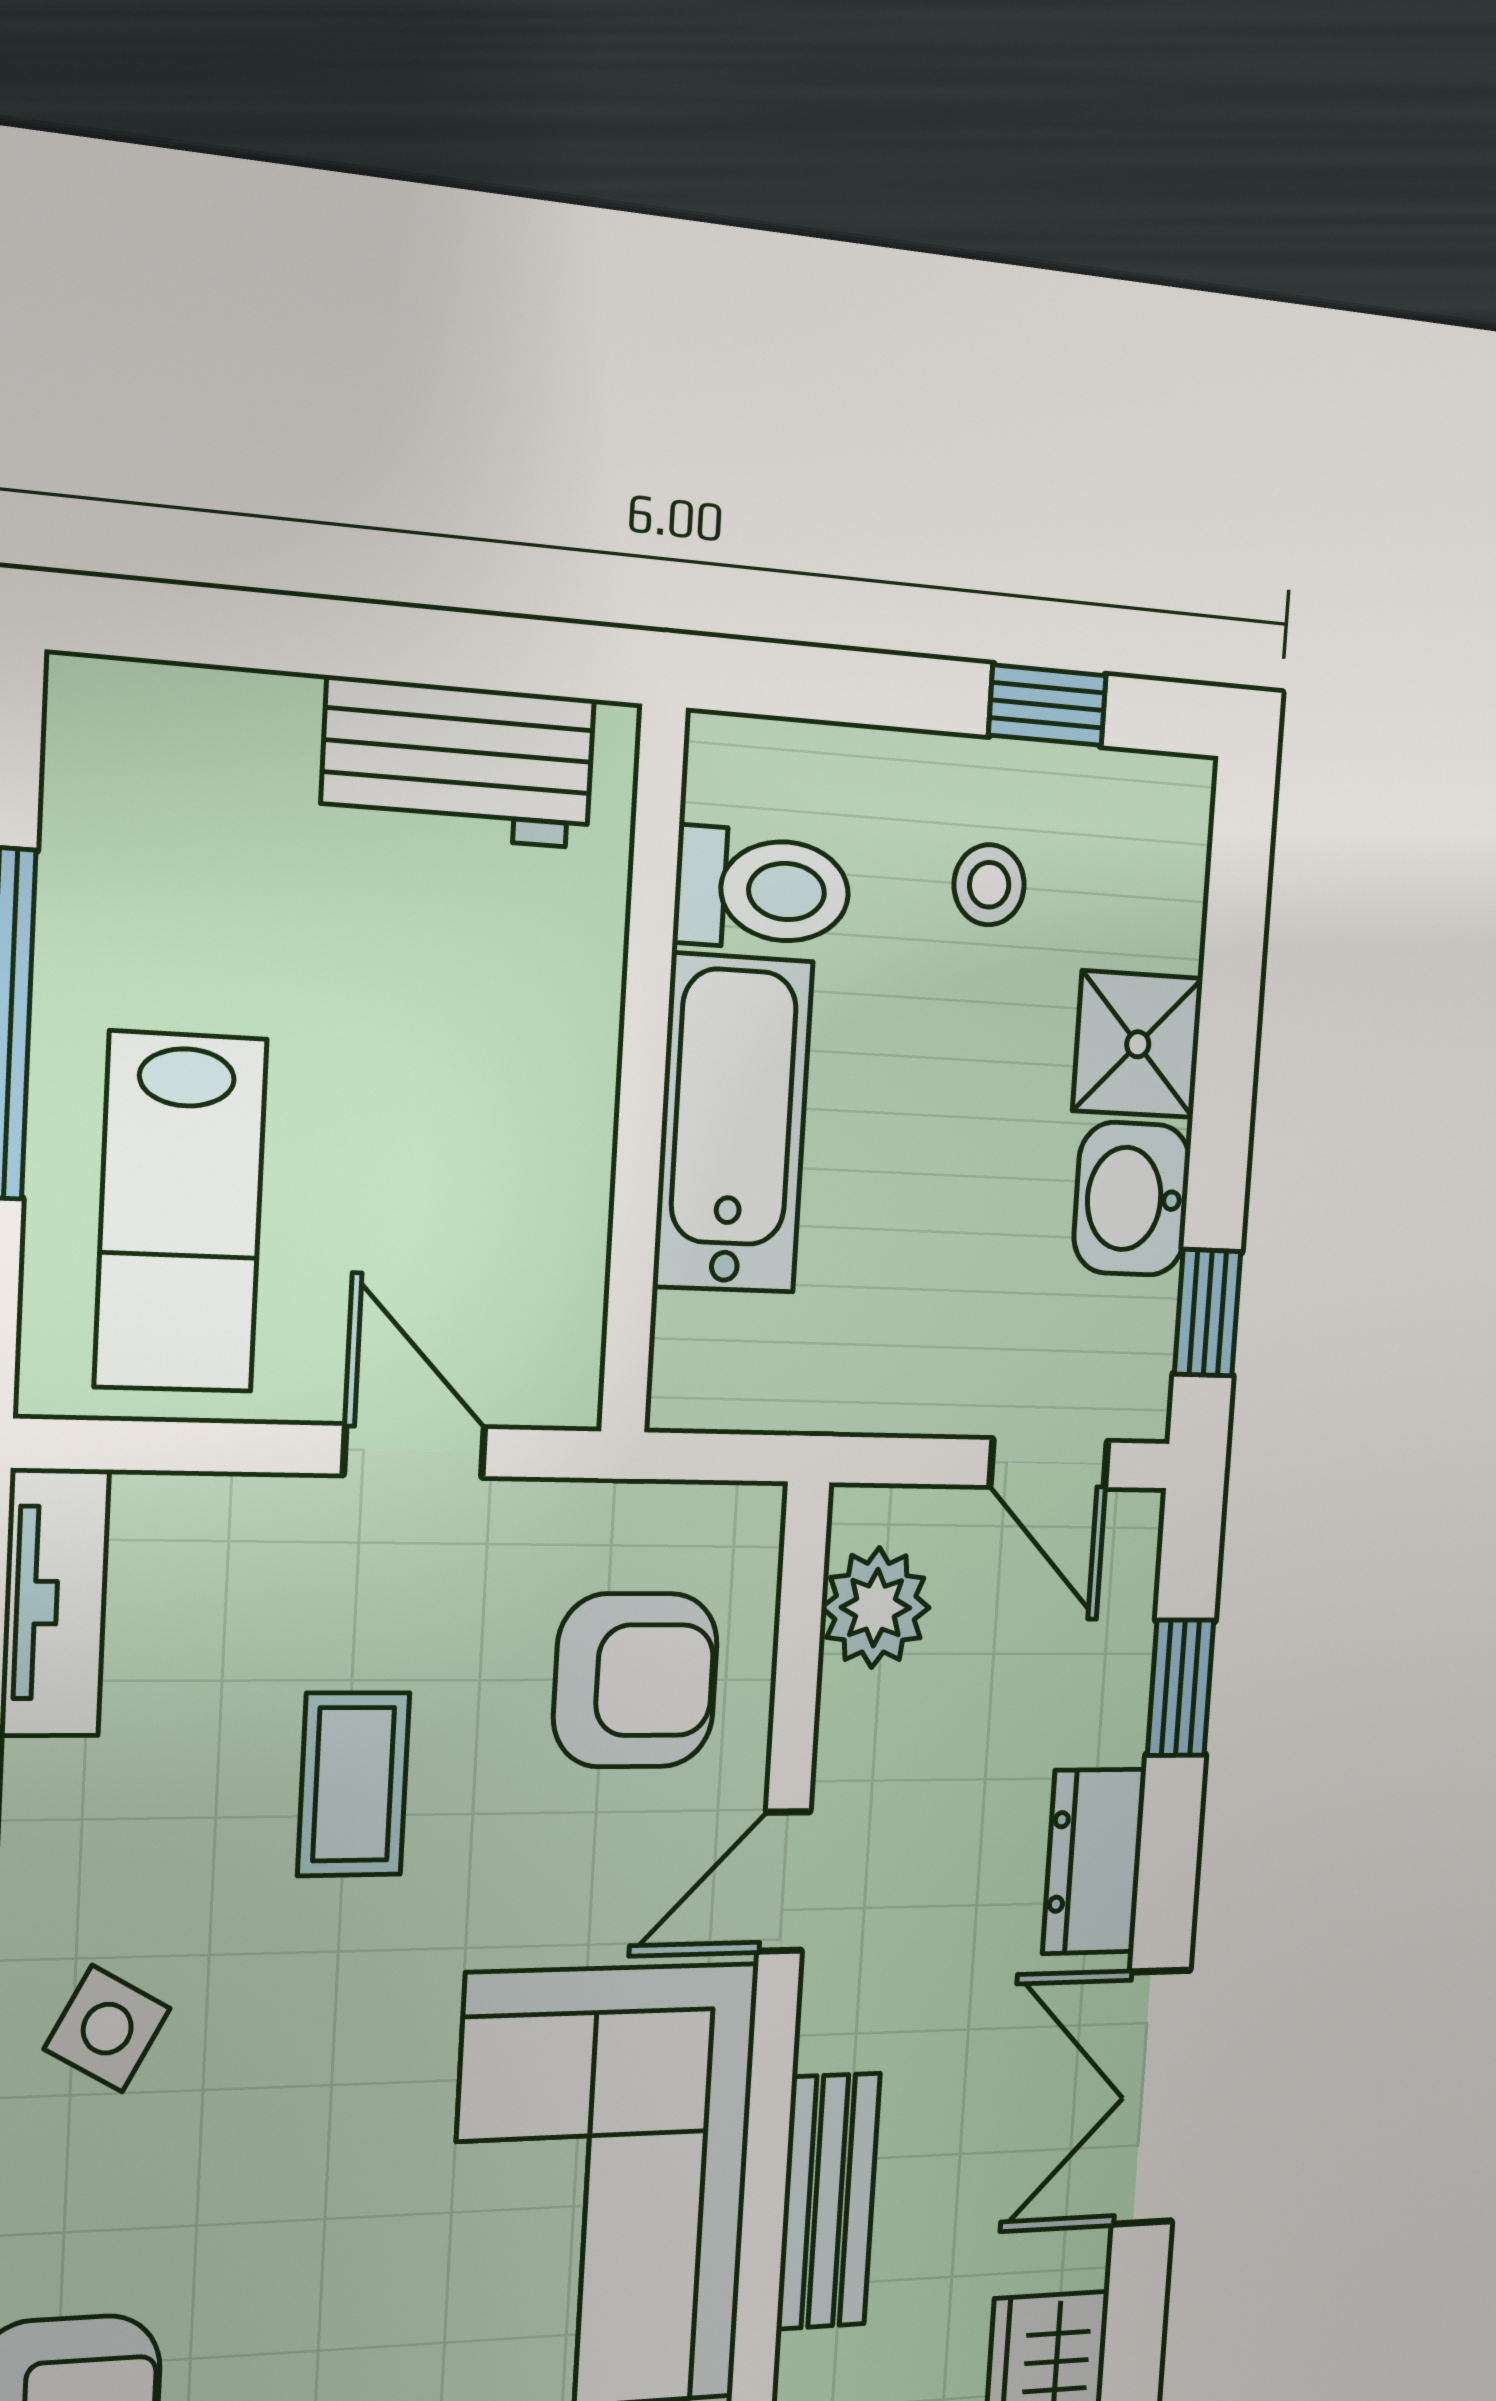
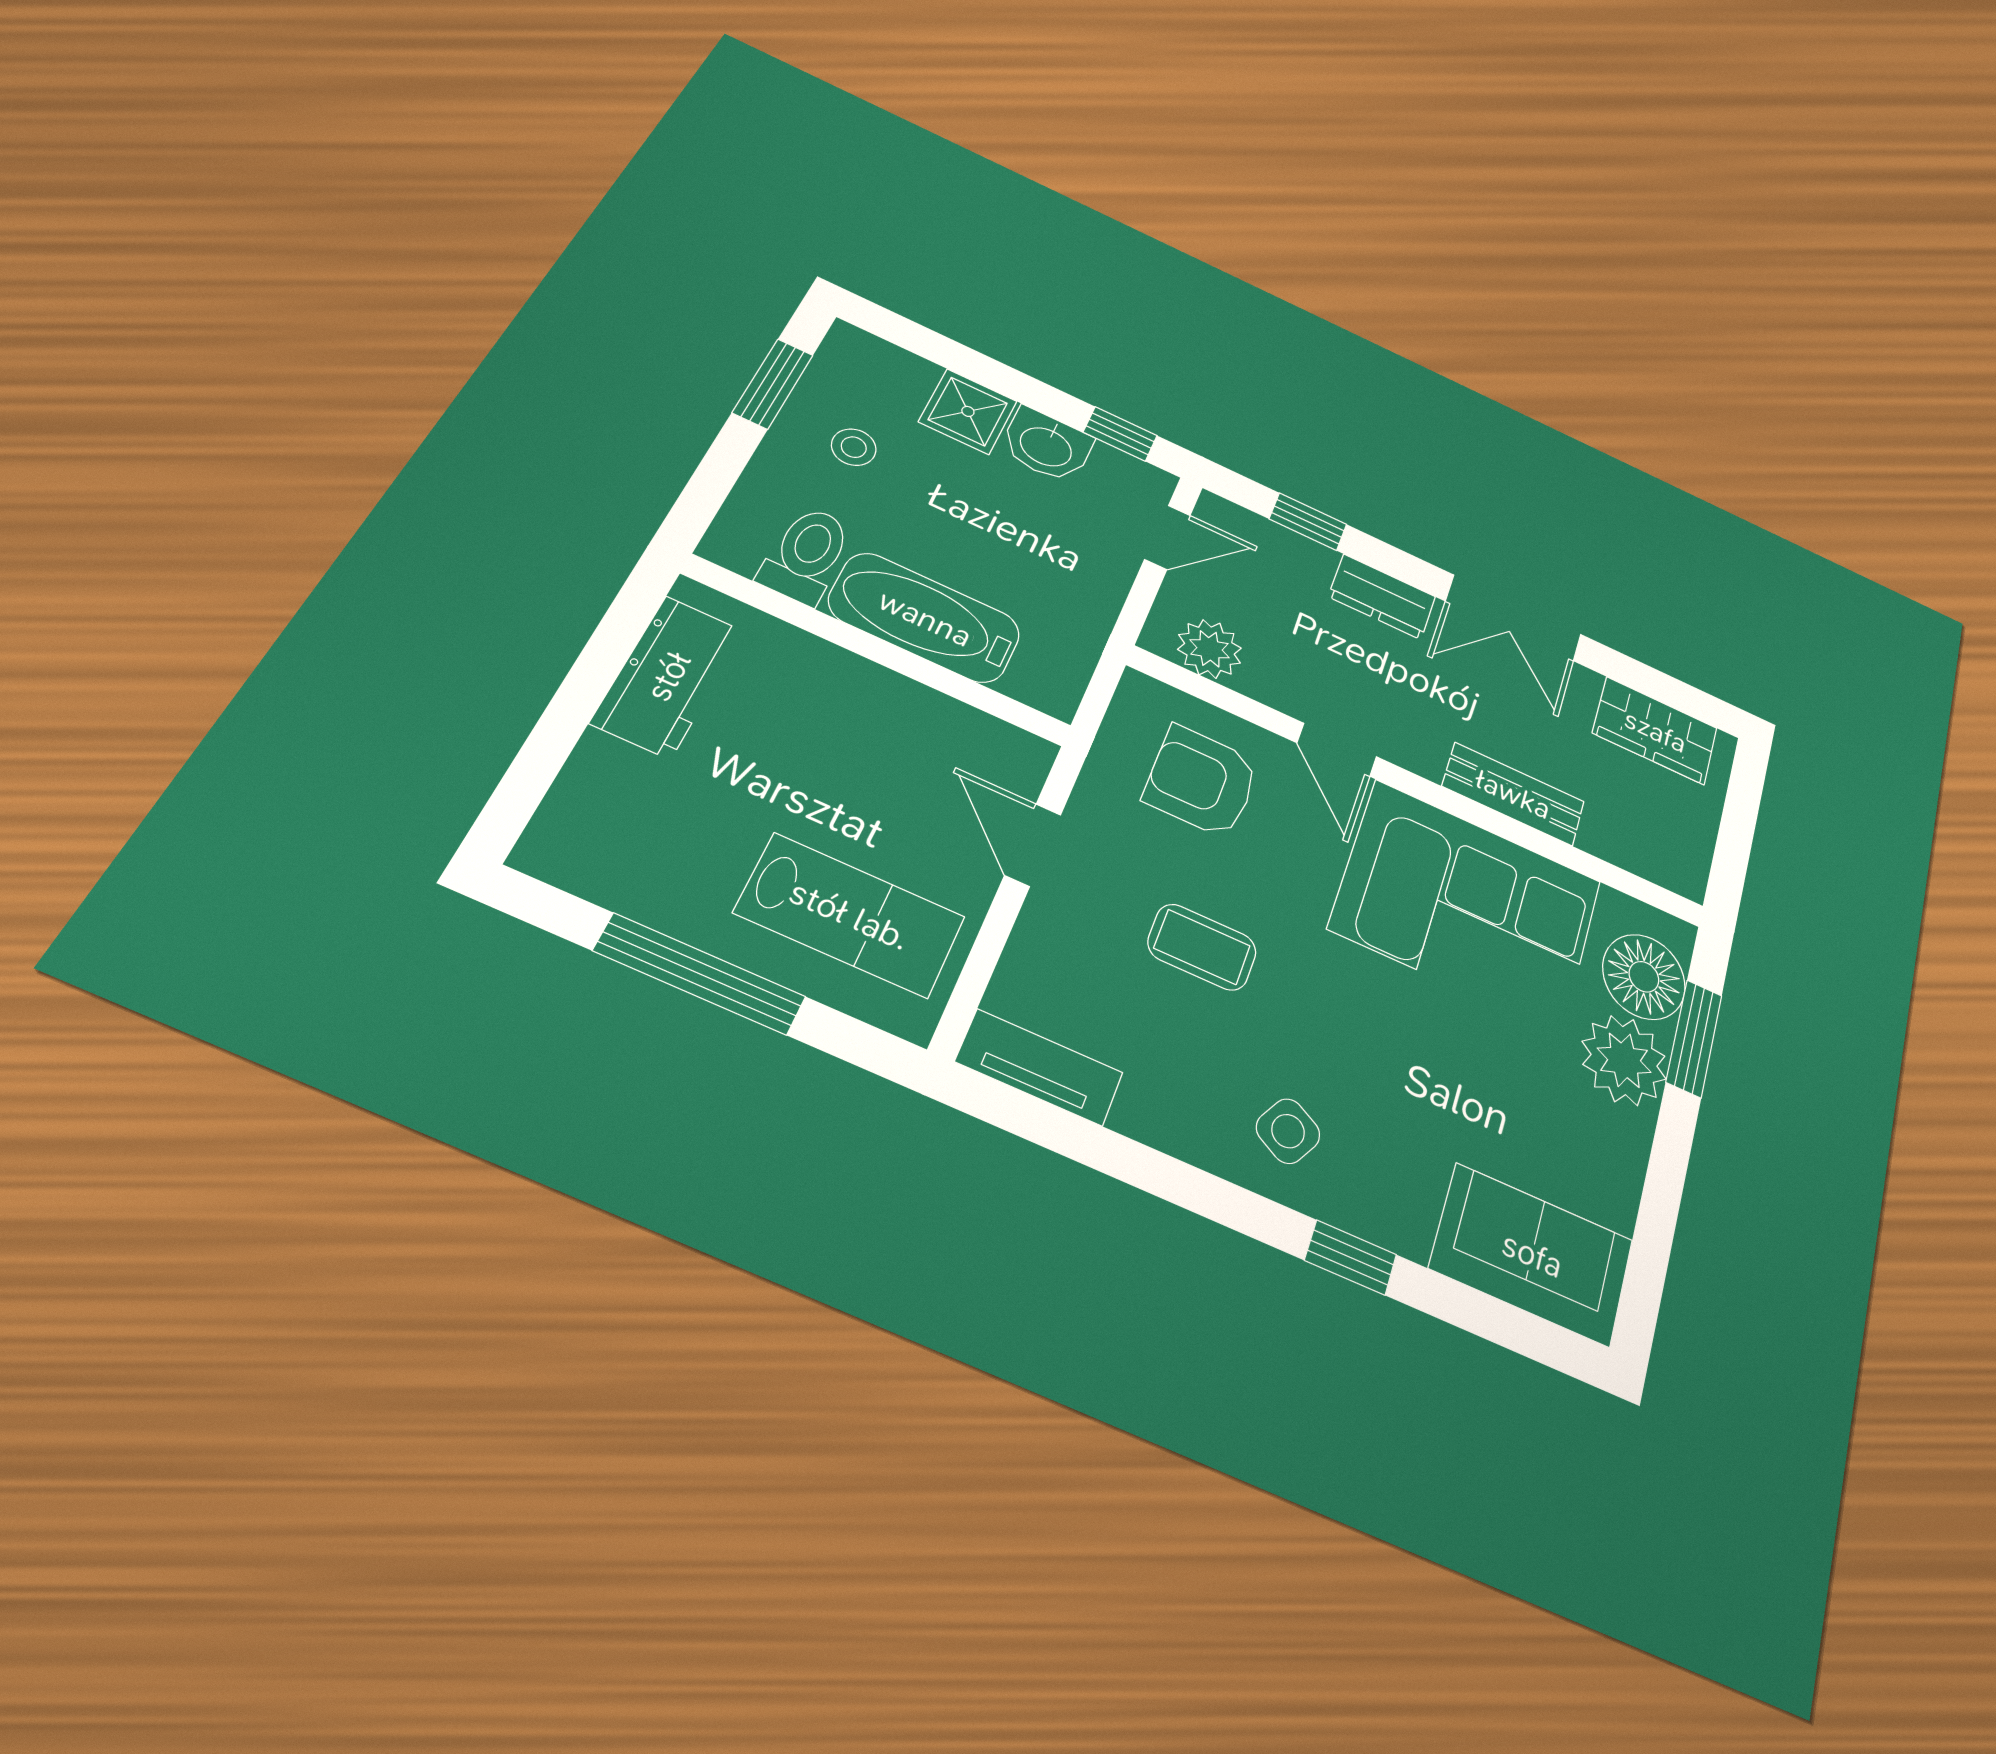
window: (1047, 705) -> (773, 384), width x1.50
door: (414, 1451) -> (1033, 845), hinge flipped
armchair: (636, 1680) -> (1202, 781), turned -90

